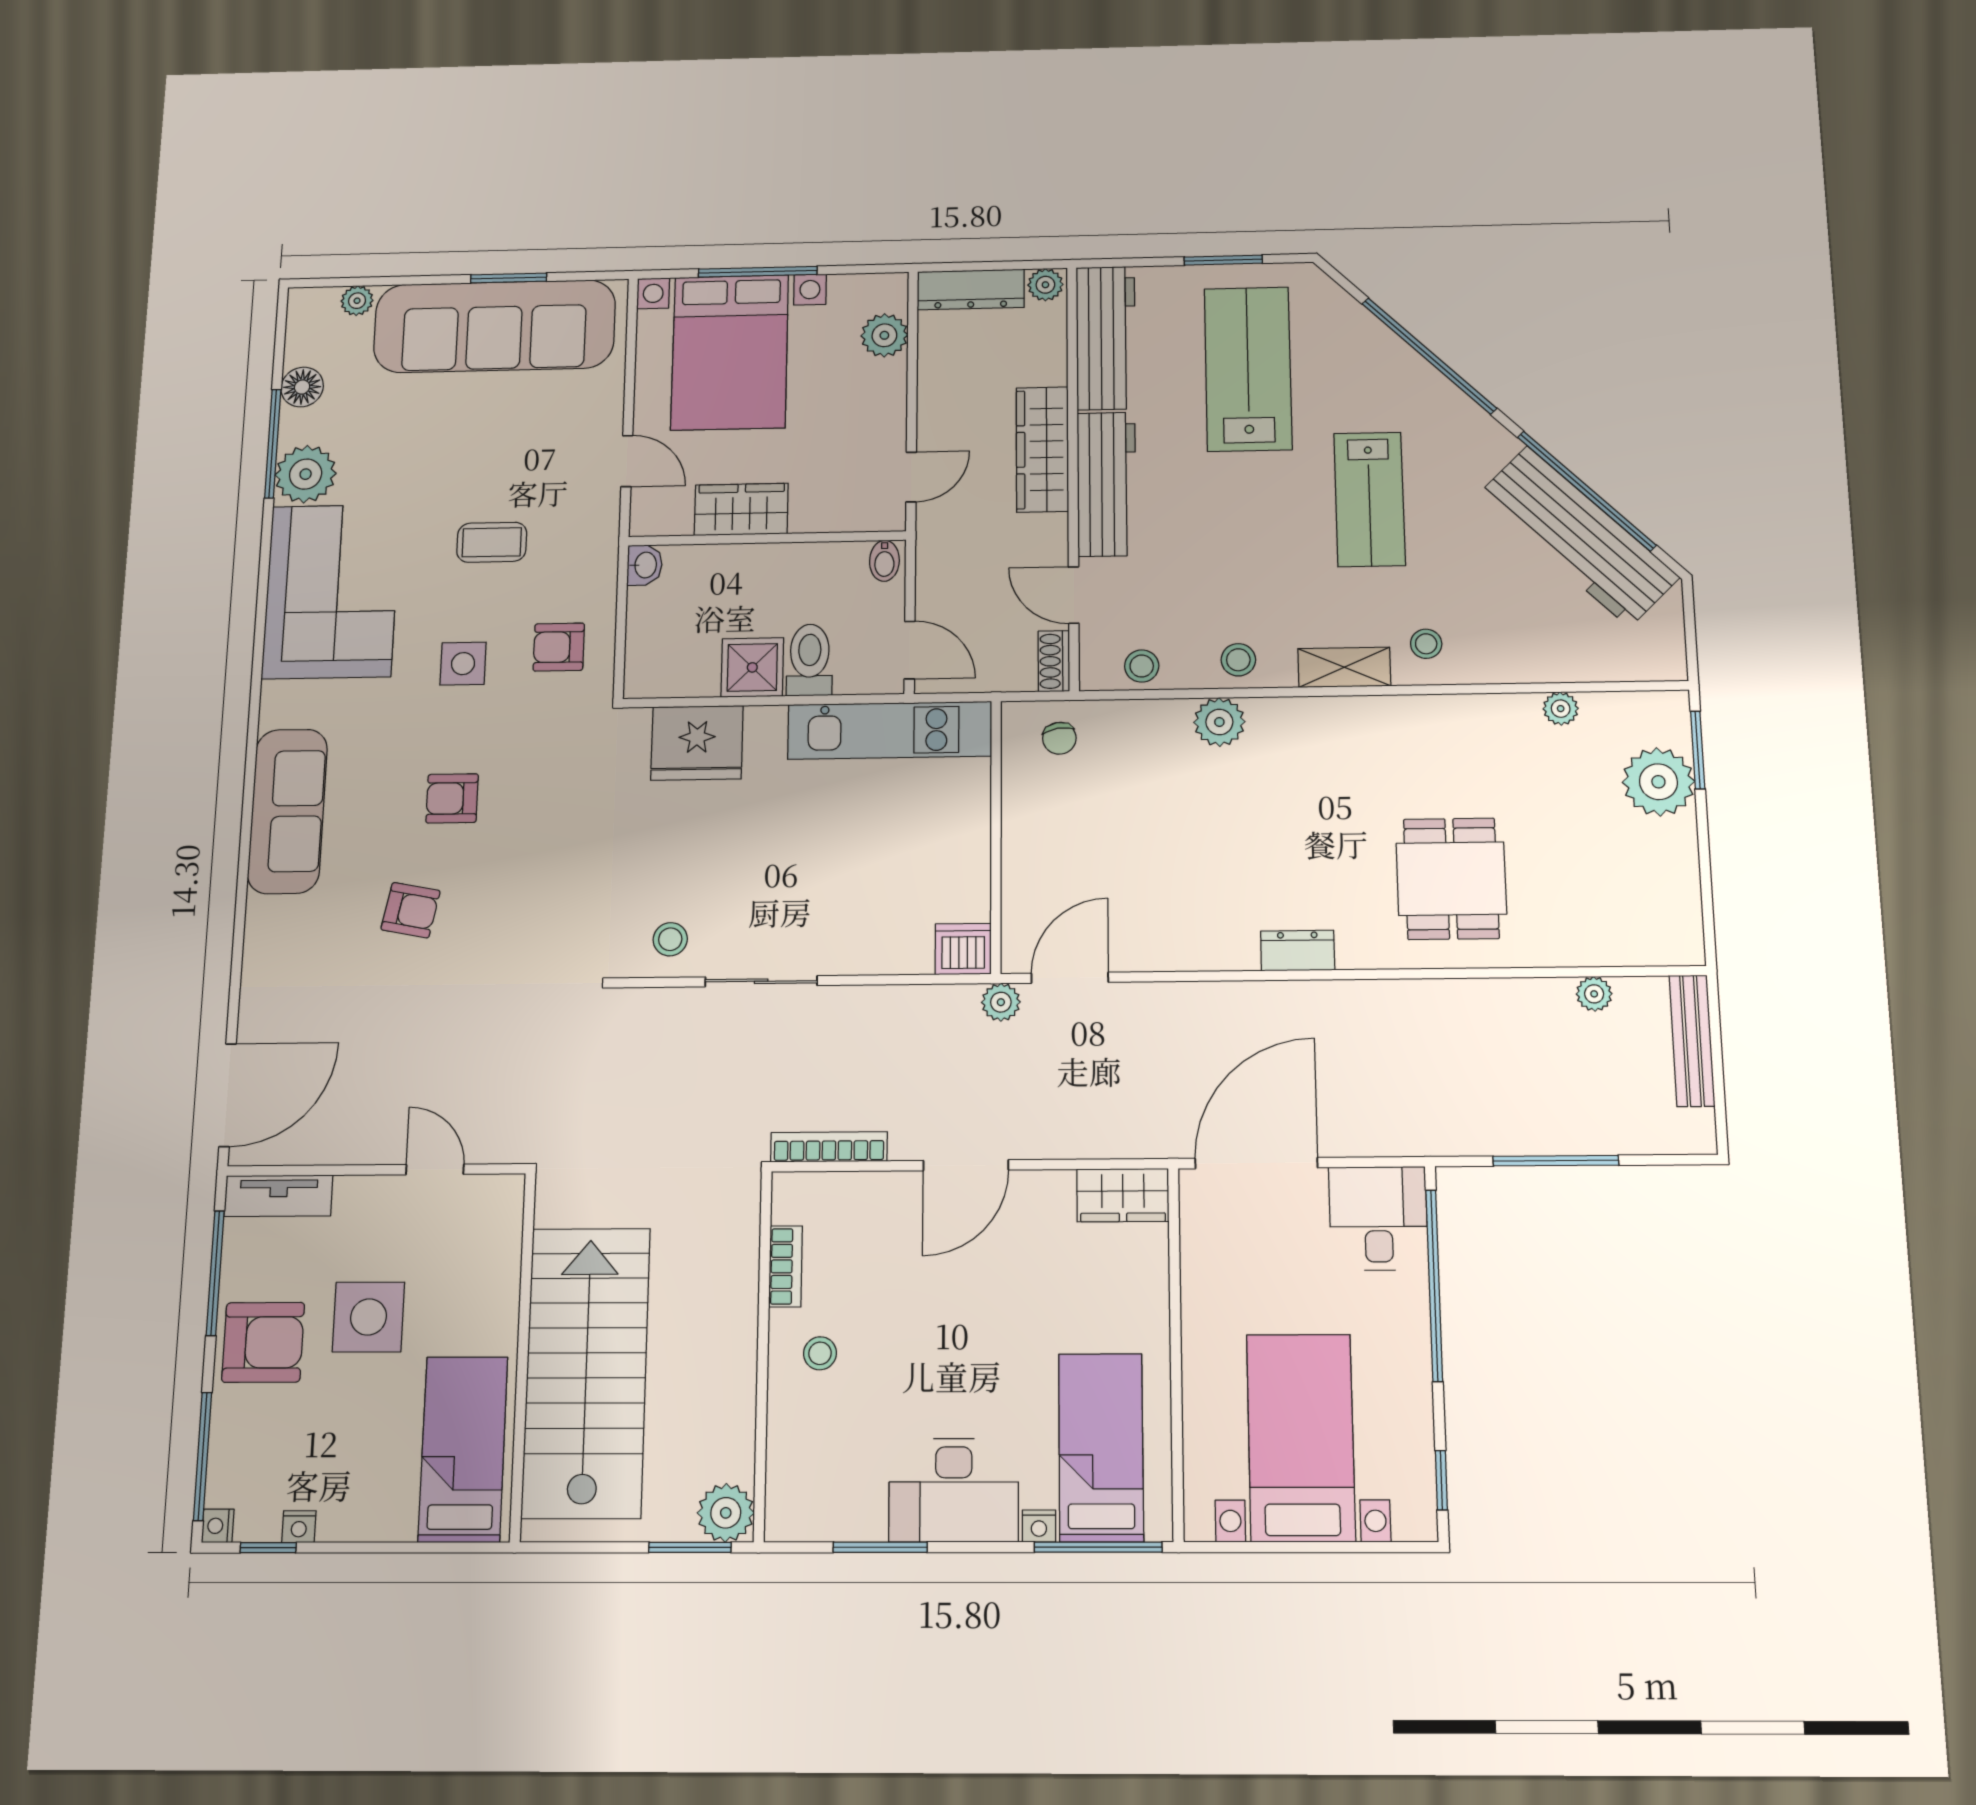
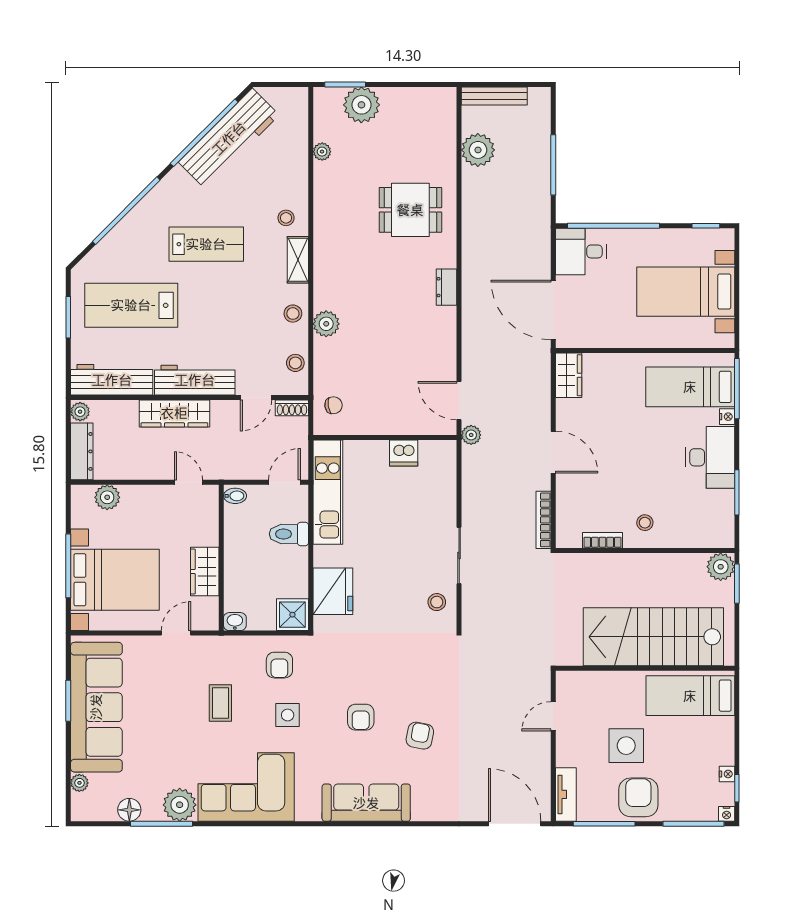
shower: (752, 667) -> (292, 615), moved
dishwasher: (963, 949) -> (404, 453), moved, turned -90
plant: (1594, 994) -> (478, 150), width x1.87, depth x1.87

